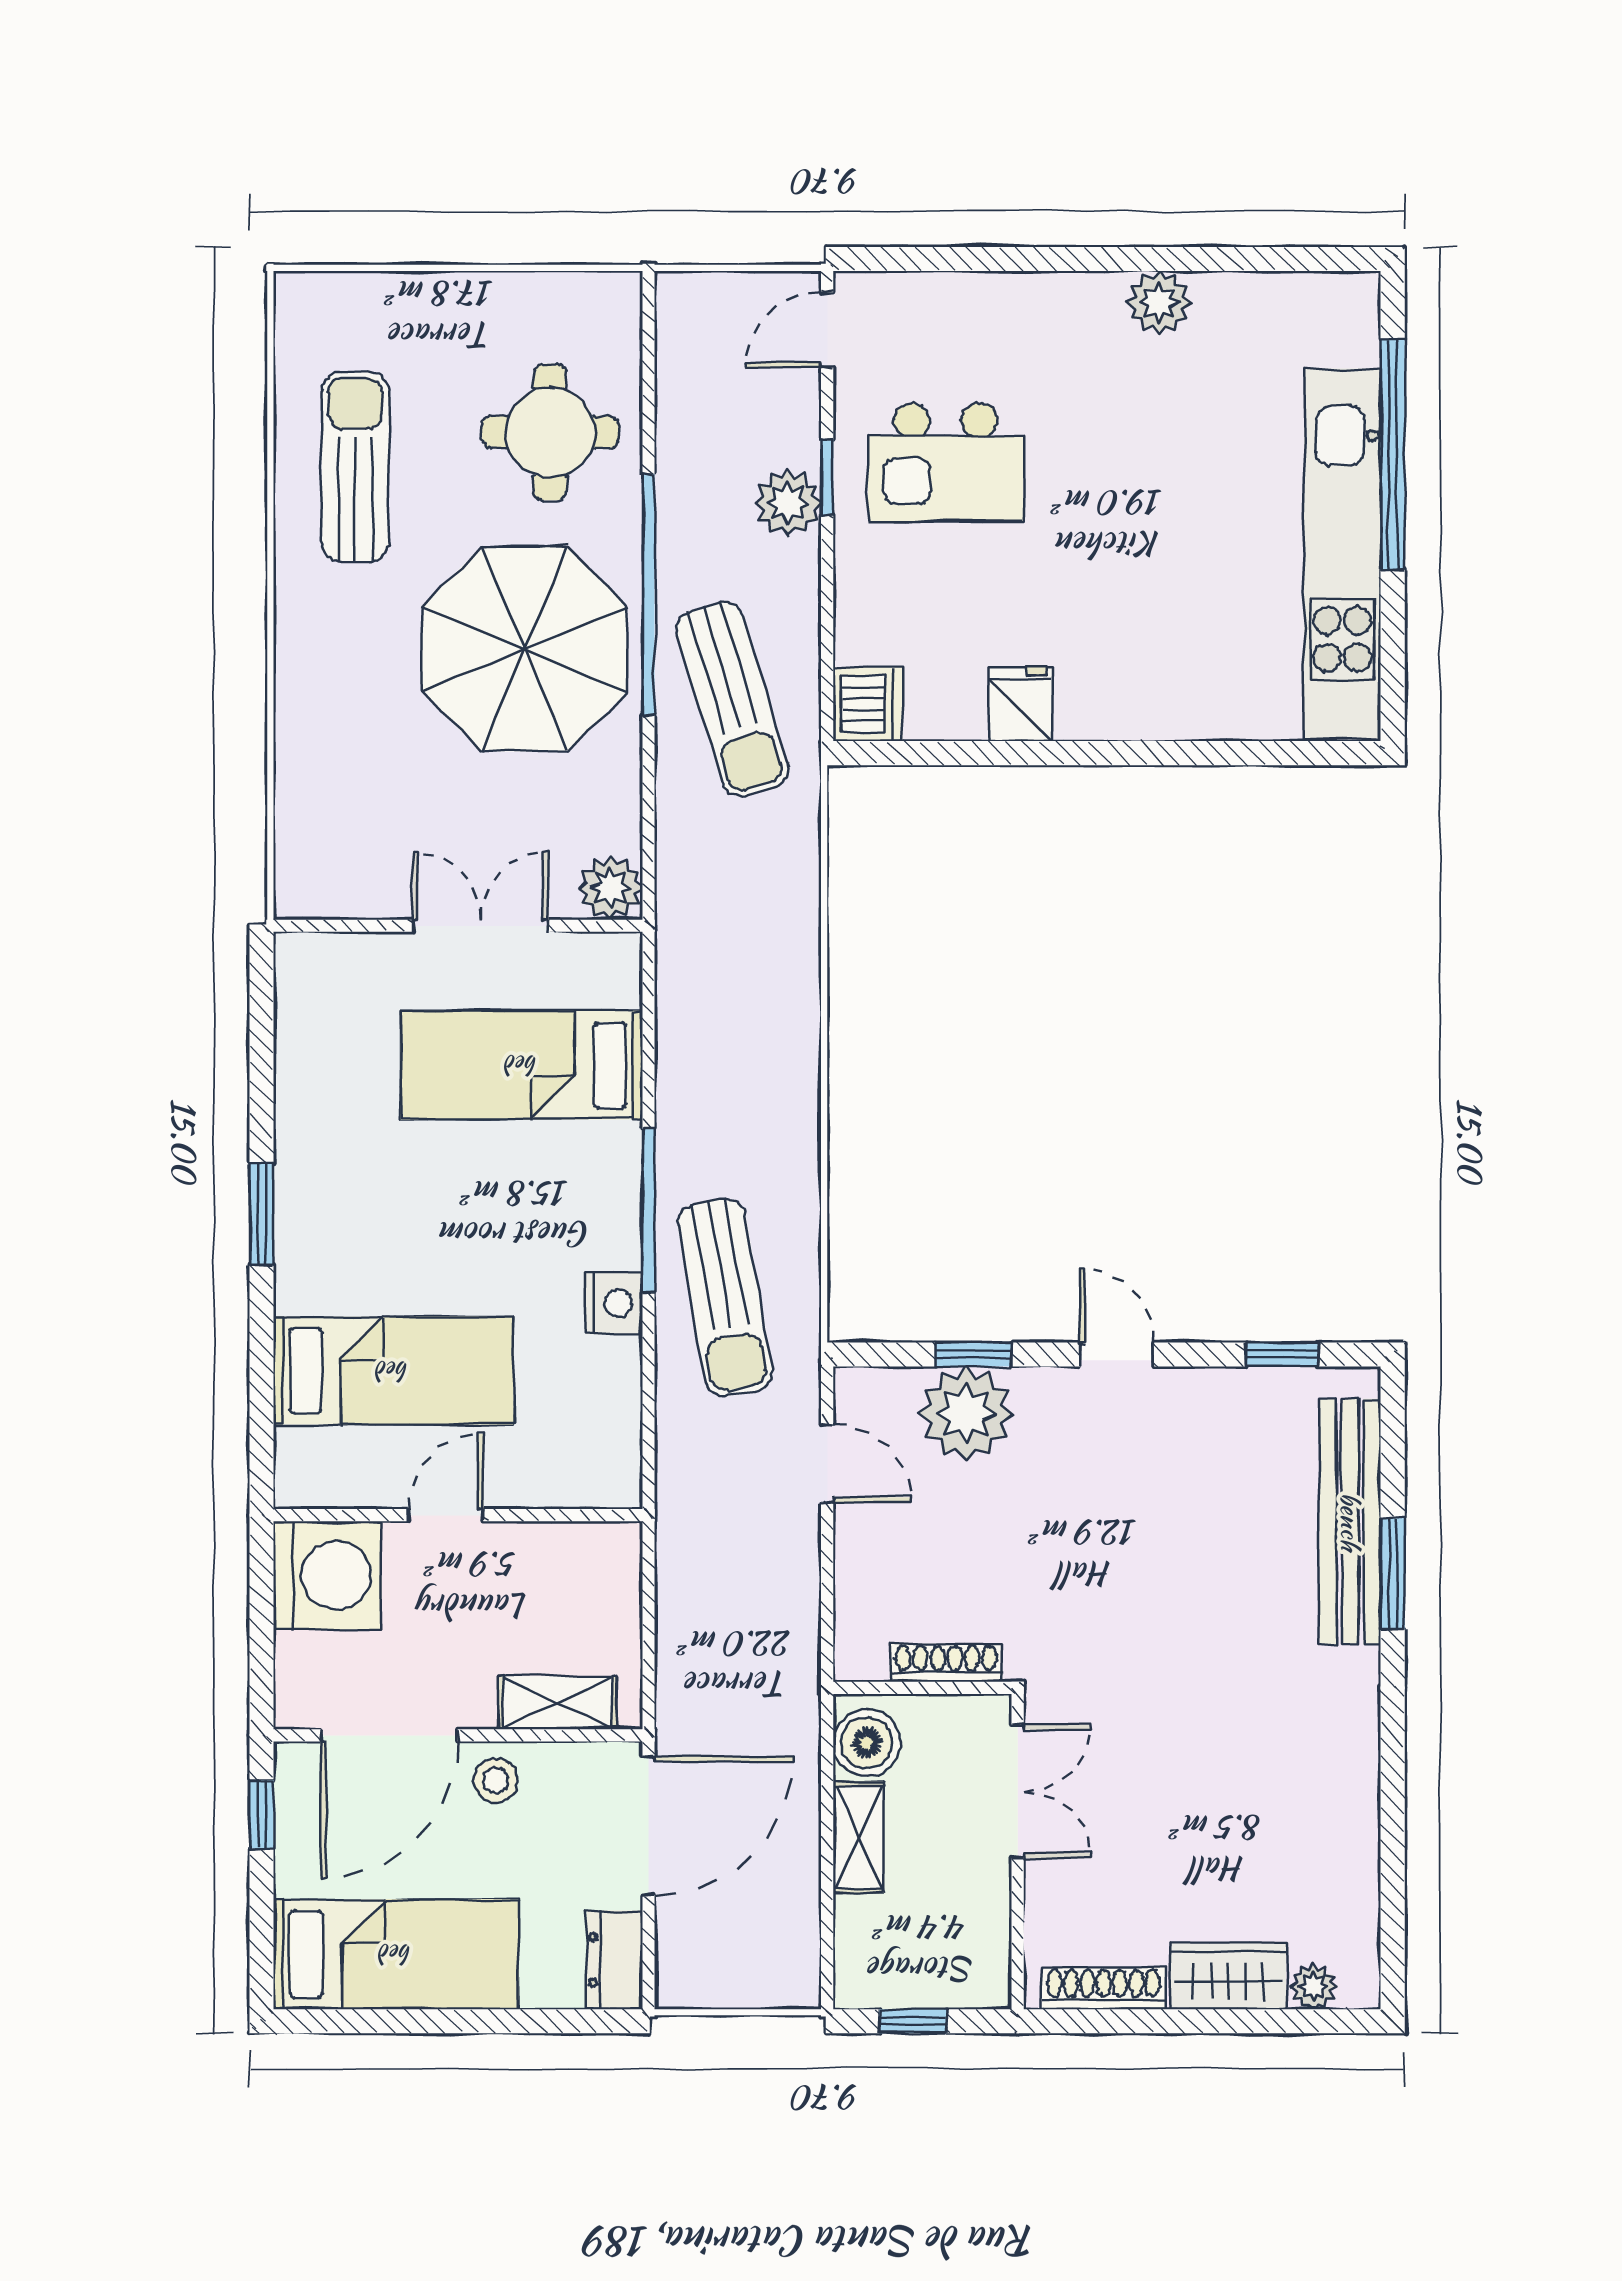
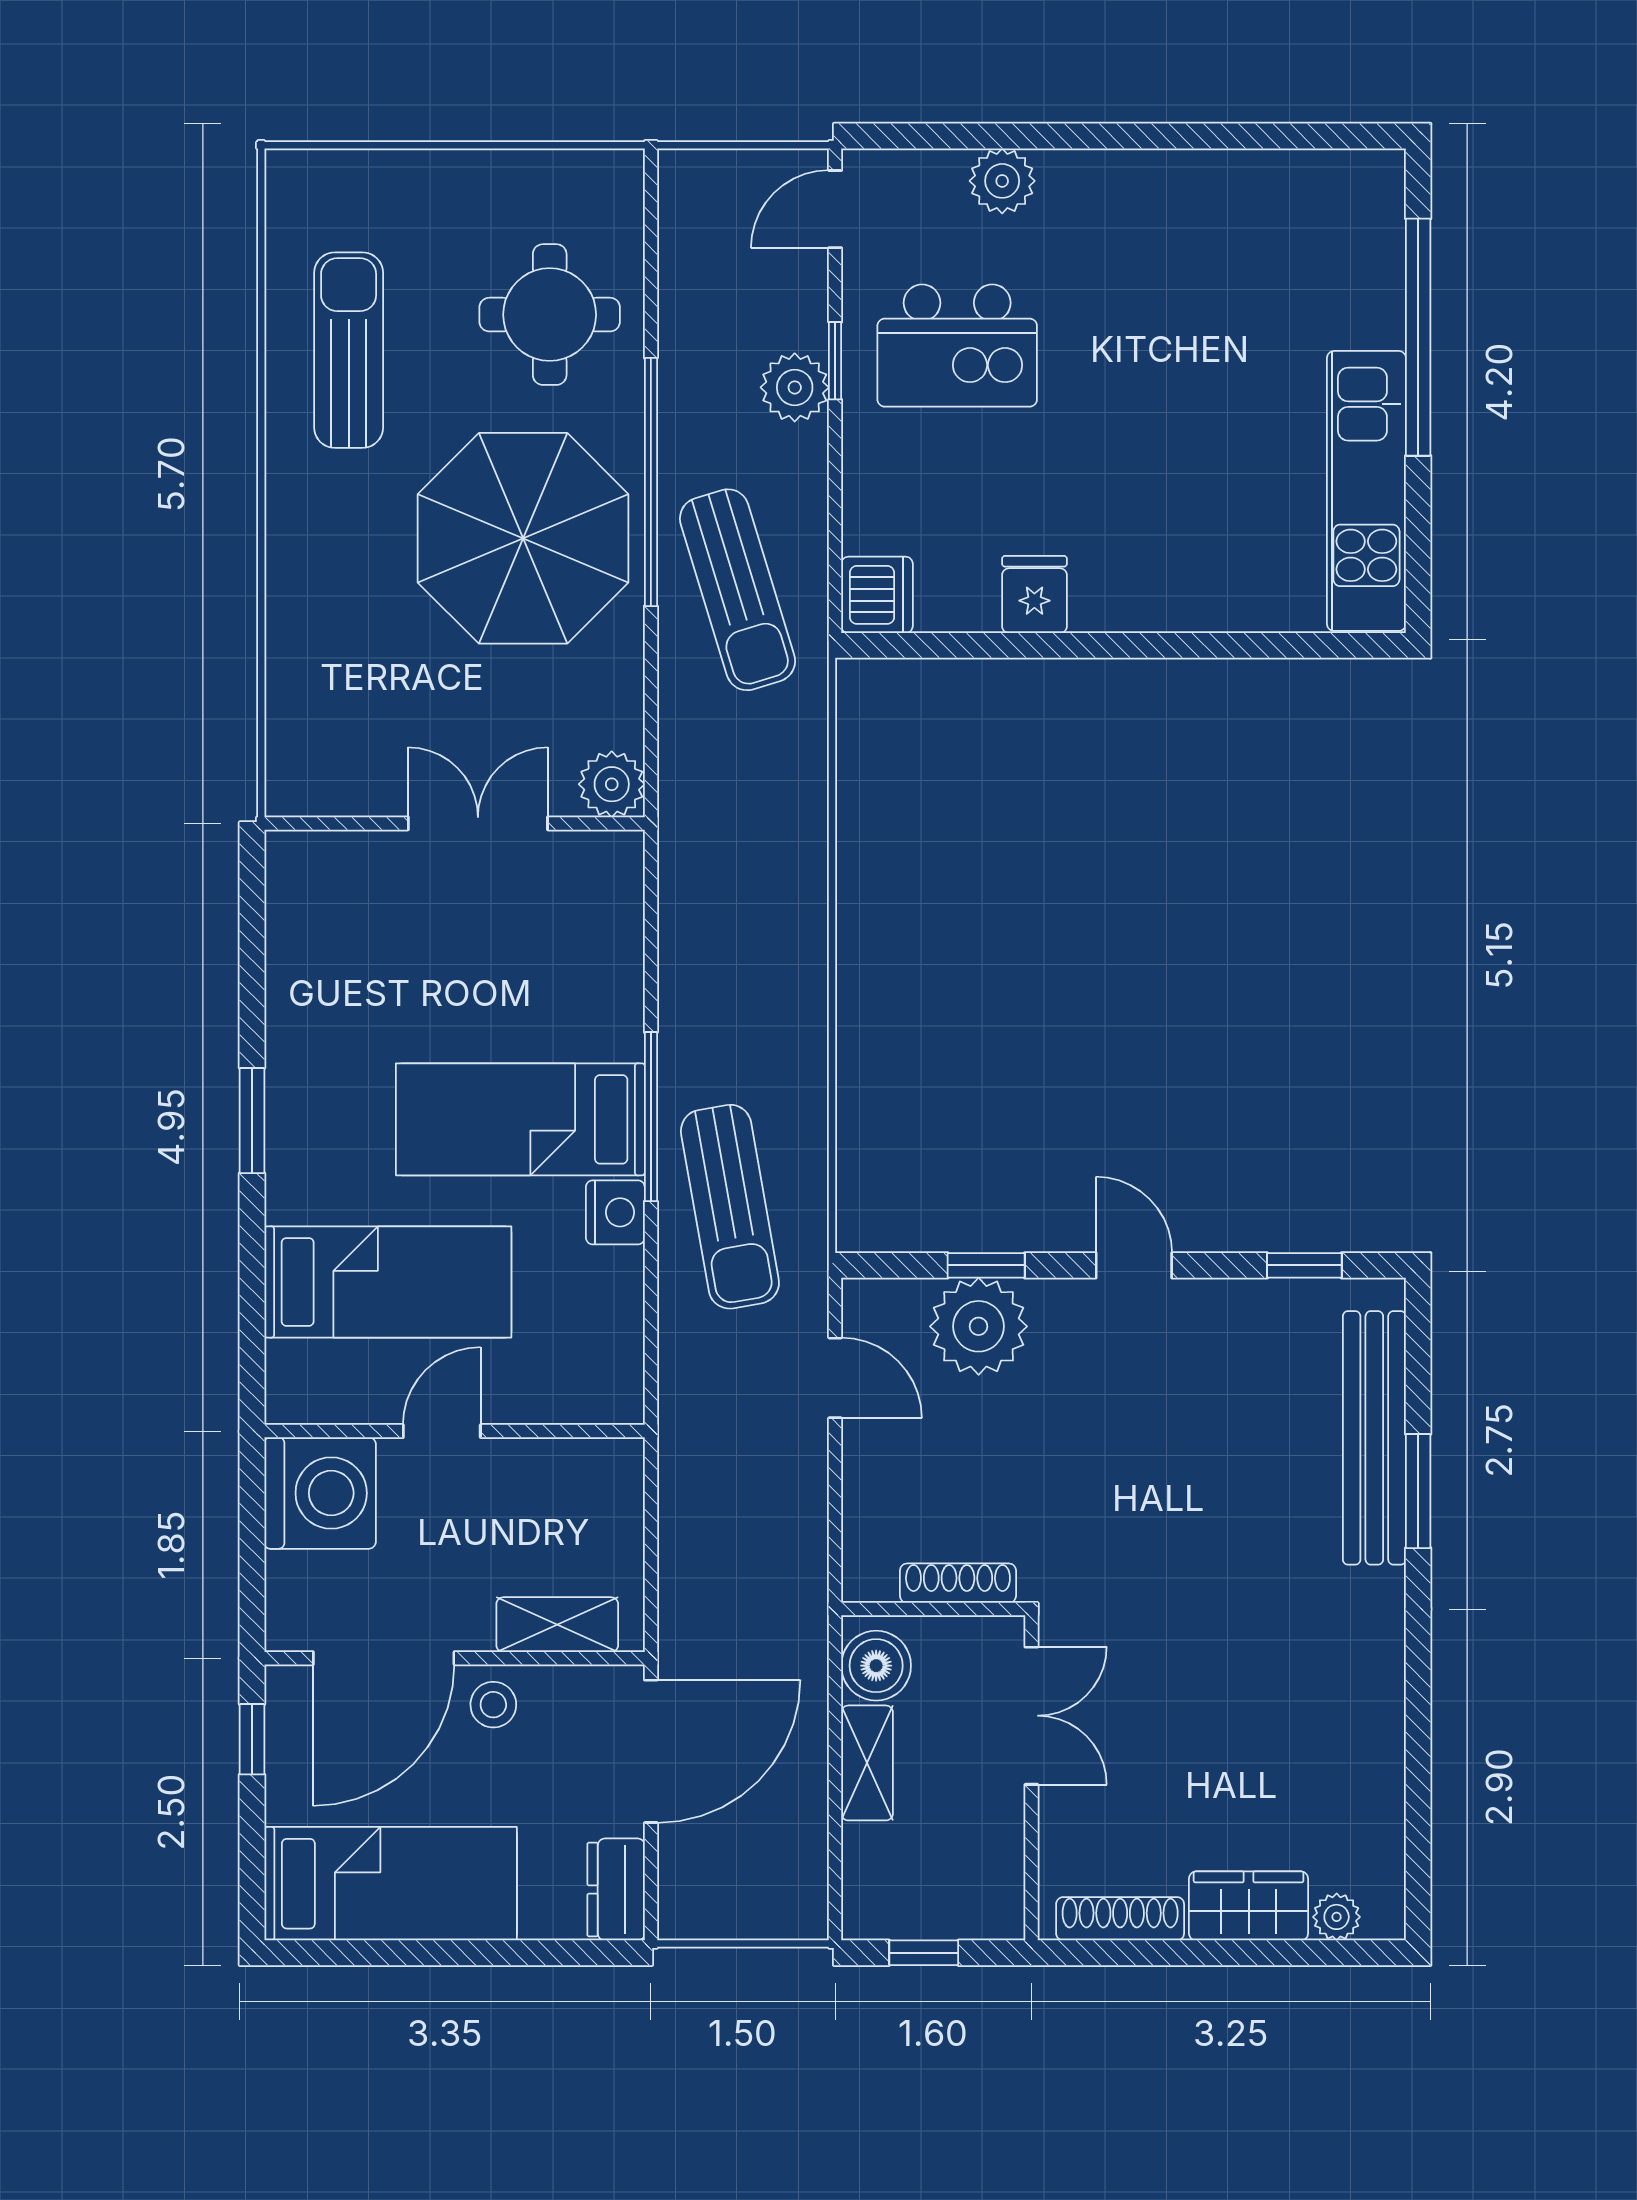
plant: (1159, 303) -> (1002, 181), moved
kitchen unit: (1342, 554) -> (1366, 491), width x0.73
bed: (522, 1065) -> (520, 1119), moved

